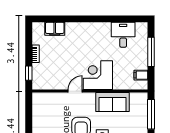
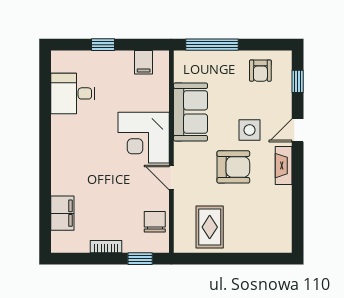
window: (151, 52) -> (103, 45), width x0.46
chair: (50, 82) -> (155, 222), added
rug: (47, 113) -> (210, 227), added

